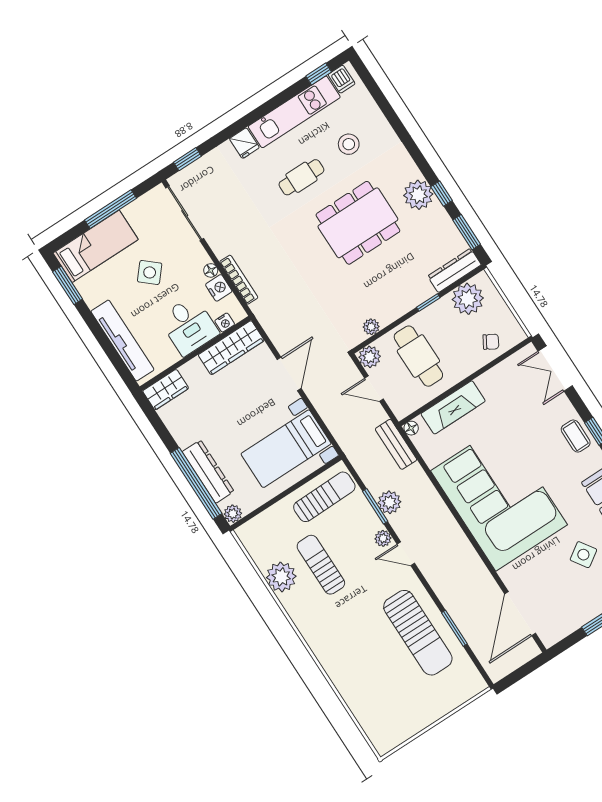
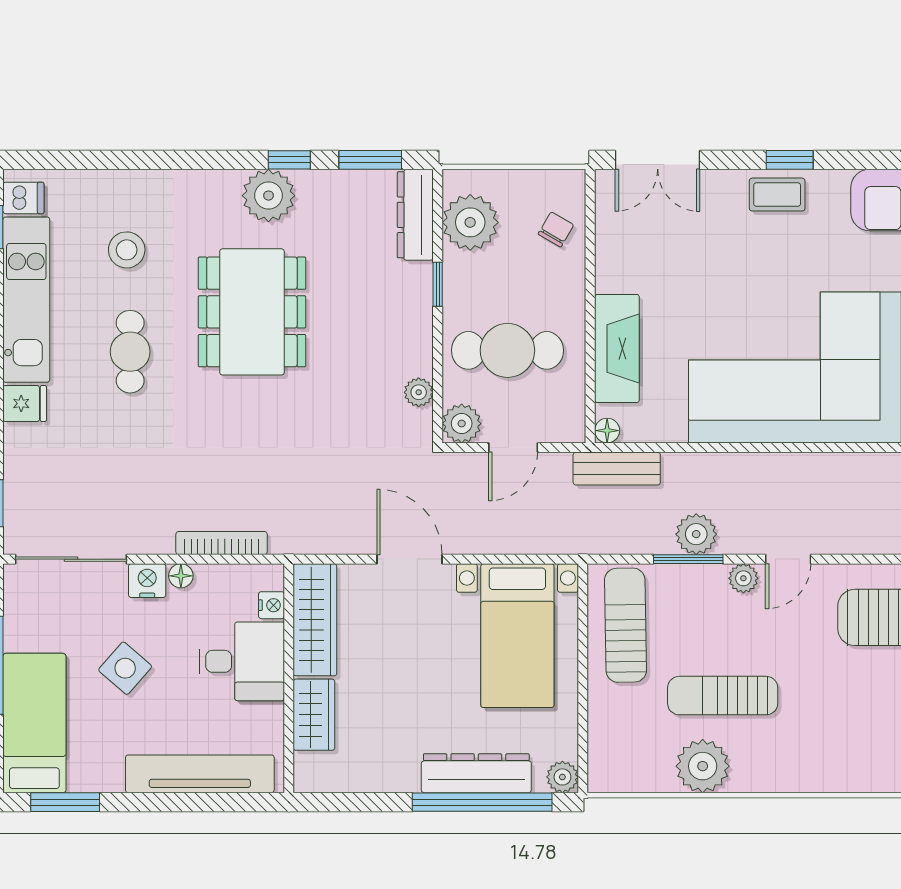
nightstand: (219, 288) -> (147, 581), moved
wardrobe: (166, 390) -> (314, 715), moved

